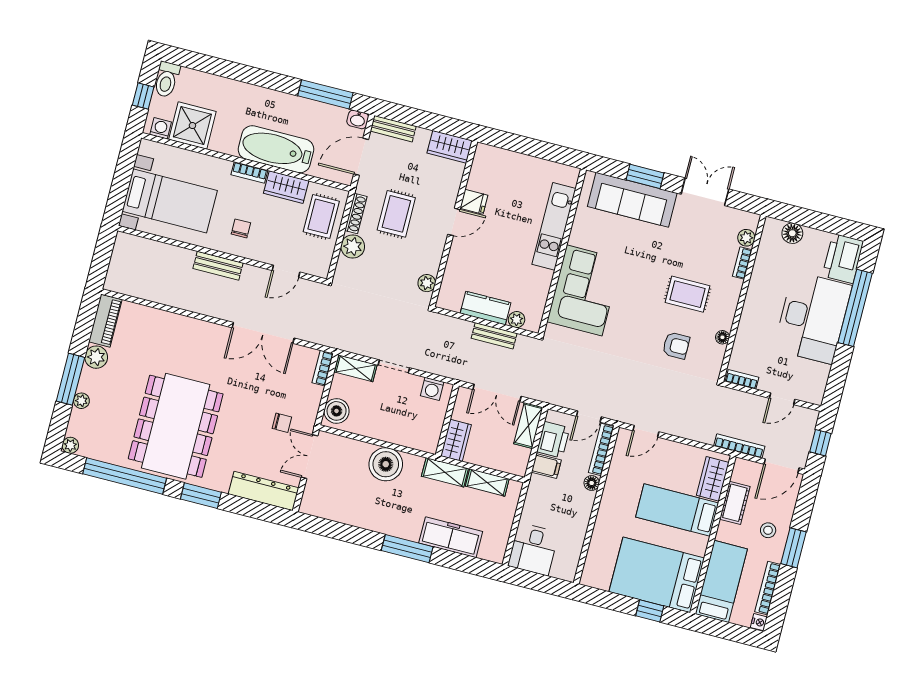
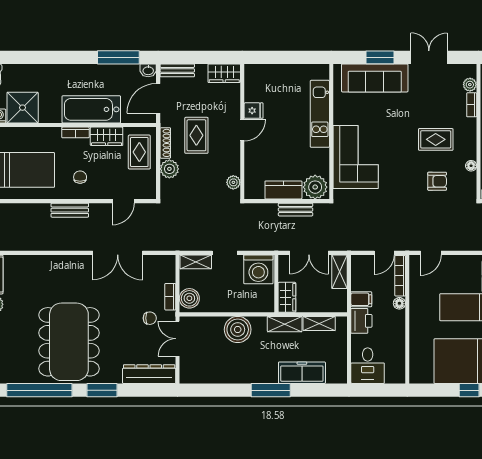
plant: (517, 320) -> (315, 187), width x1.87, depth x1.87
bookcase: (323, 368) -> (170, 297), moved
washing machine: (432, 389) -> (258, 269), width x1.89, depth x1.89
printer: (553, 440) -> (361, 321), moved

